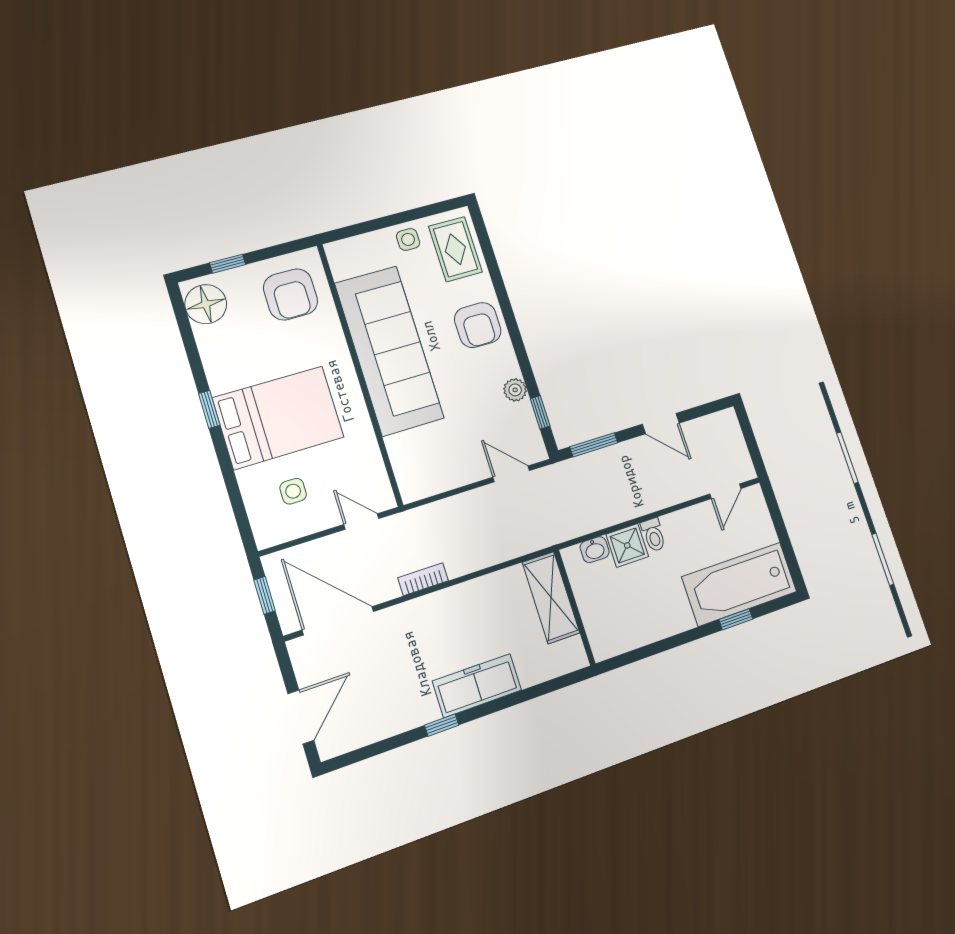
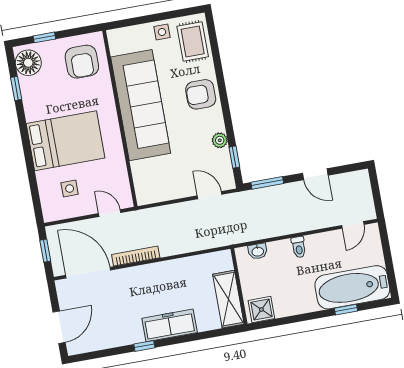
armchair: (478, 325) -> (201, 94), turned 90
window: (209, 409) -> (16, 88), moved
shower: (627, 545) -> (261, 310), moved
bookcase: (423, 579) -> (136, 256), width x1.56
shelving: (551, 598) -> (228, 299), moved

